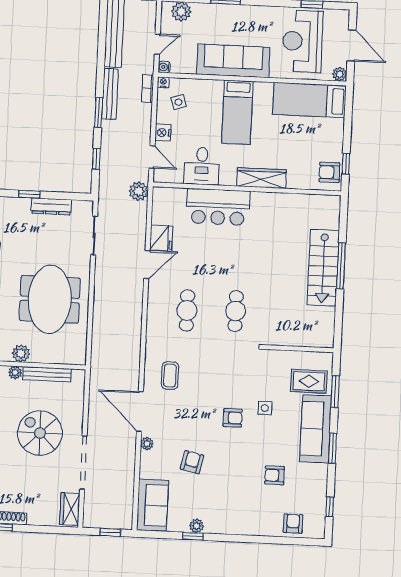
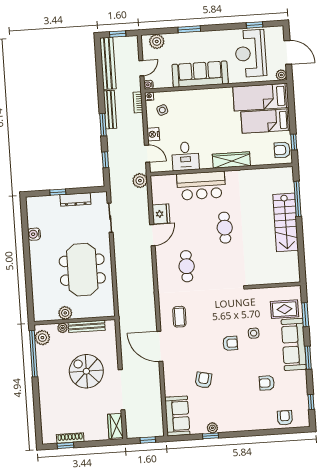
bed: (237, 112) -> (266, 121), moved, turned 90
window: (341, 266) -> (298, 199), moved
cafe table: (236, 311) -> (225, 228), moved
plant: (147, 444) -> (168, 370), removed

